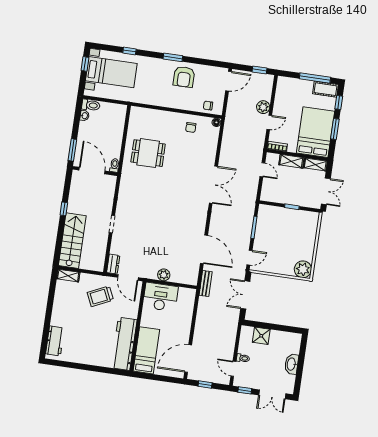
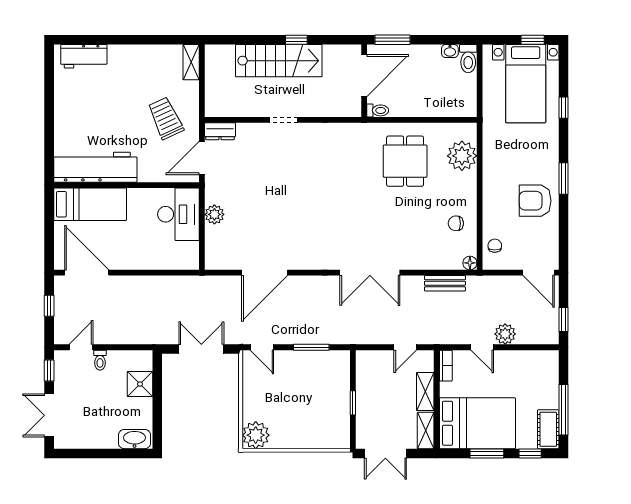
plant: (150, 118) -> (462, 156), added
stairs: (72, 241) -> (279, 61), moved
bench: (206, 284) -> (445, 283), moved
washbasin: (292, 364) -> (135, 439), moved

